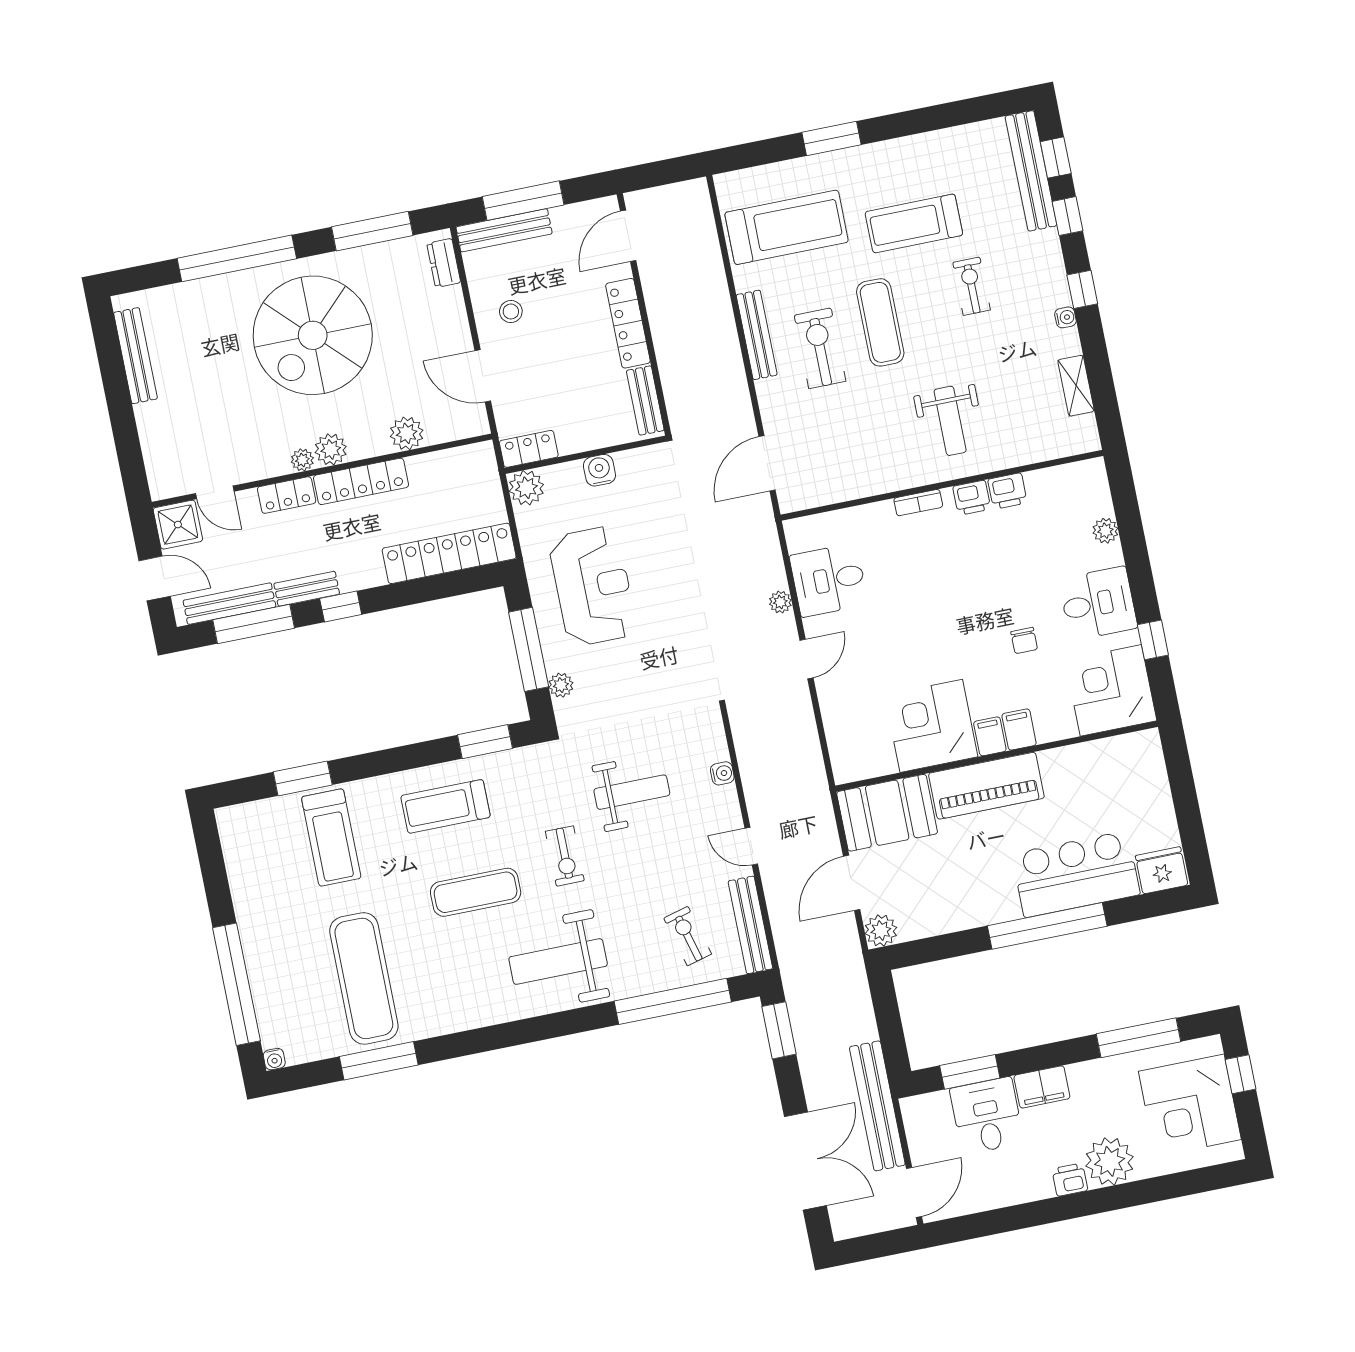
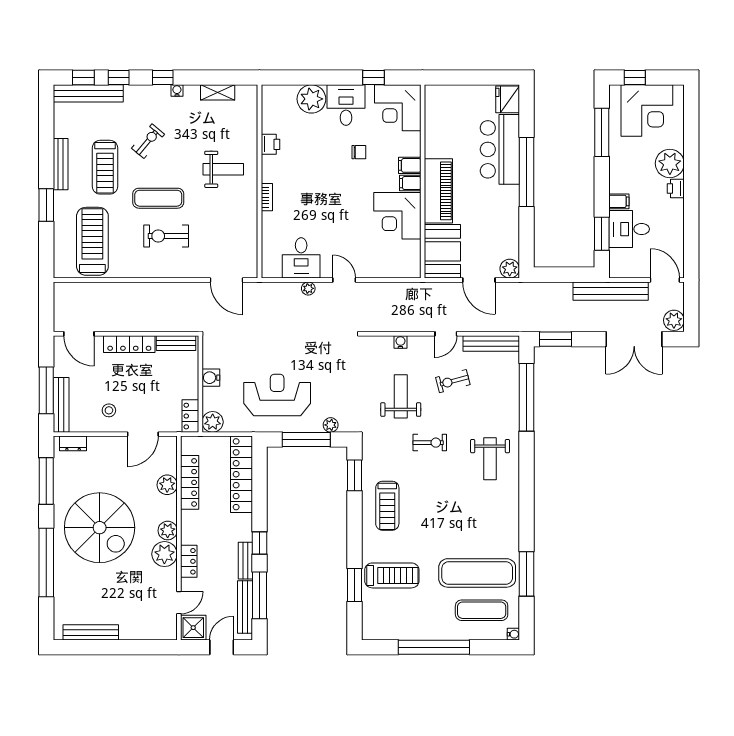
exercise bike: (972, 286) -> (148, 141), turned 130
bench: (757, 335) -> (61, 164), moved, turned 90
plant: (302, 460) -> (164, 554), width x1.88, depth x1.88
locker: (361, 481) -> (190, 482), moved
printer: (972, 498) -> (270, 166), removed
plant: (1105, 531) -> (311, 99), width x1.88, depth x1.88
exercise mat: (476, 892) -> (482, 610), moved, turned 90
exercise bike: (688, 936) -> (453, 381), moved
weight bench: (558, 962) -> (490, 459), width x0.73, depth x0.75
window: (236, 984) -> (434, 647), moved
filing cabinet: (1042, 1087) -> (619, 201), width x0.50
double door: (805, 1161) -> (634, 339), swing flipped
plant: (850, 1221) -> (674, 320), added

